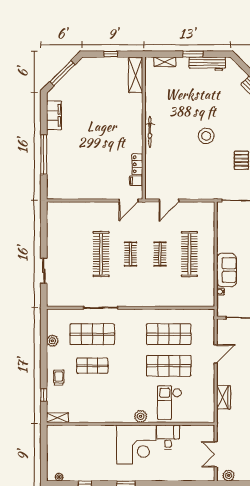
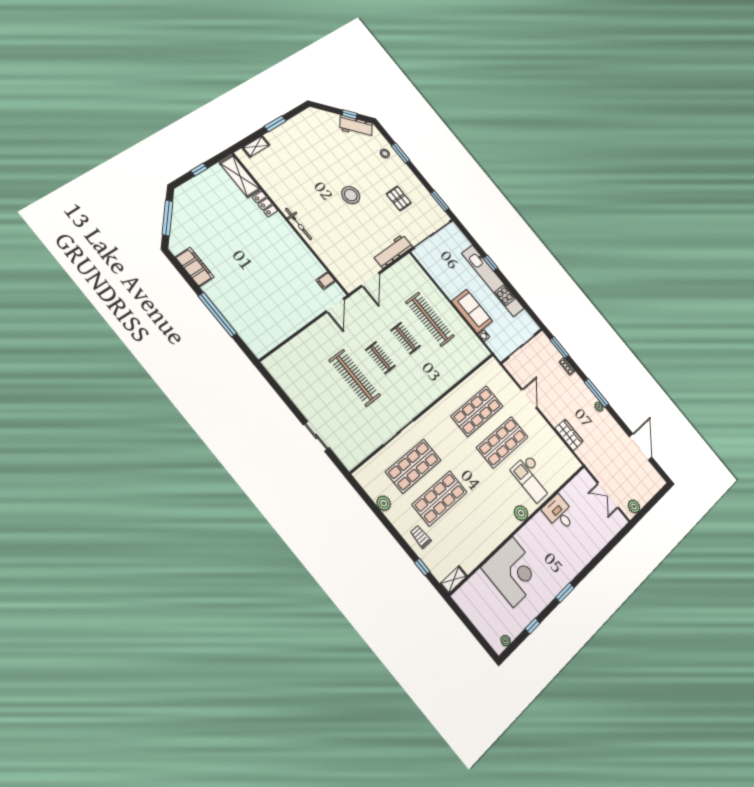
workbench: (207, 64) -> (393, 251), moved, turned 180
locker: (137, 164) -> (265, 204), moved
shop shelf: (92, 366) -> (440, 498), width x1.43, depth x1.36
corner desk: (136, 444) -> (513, 572), moved

